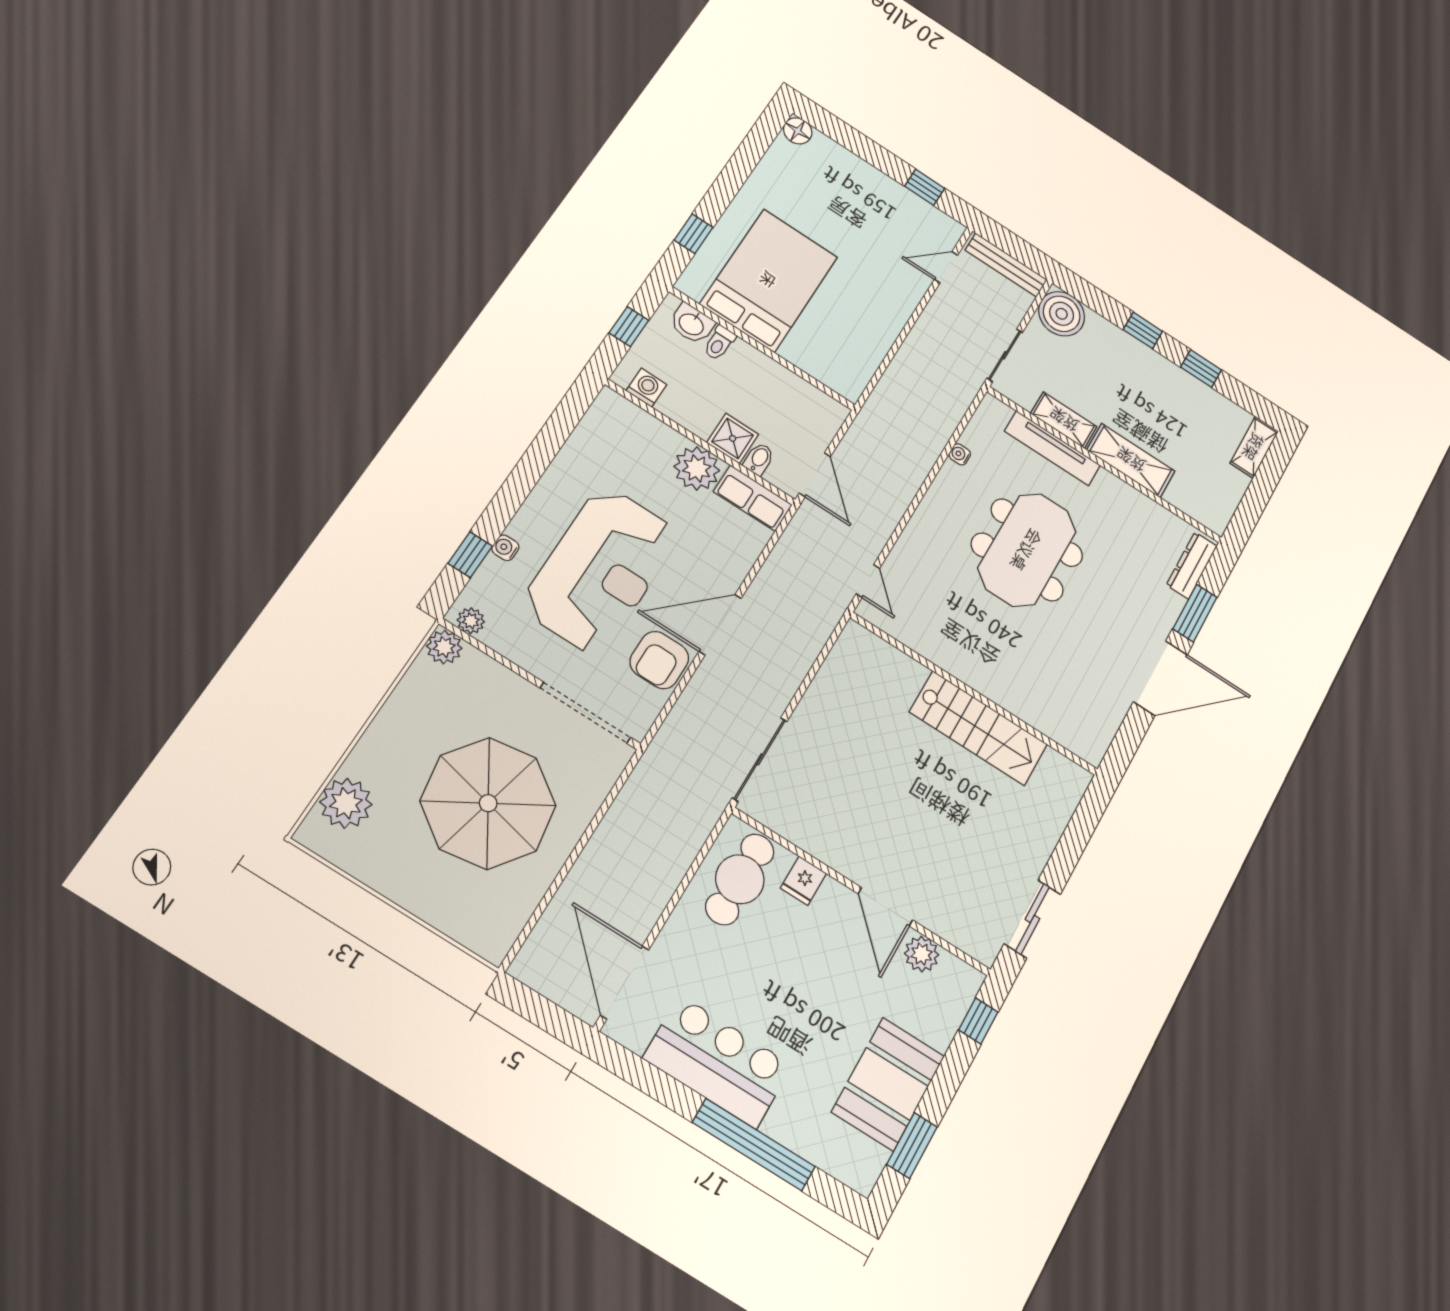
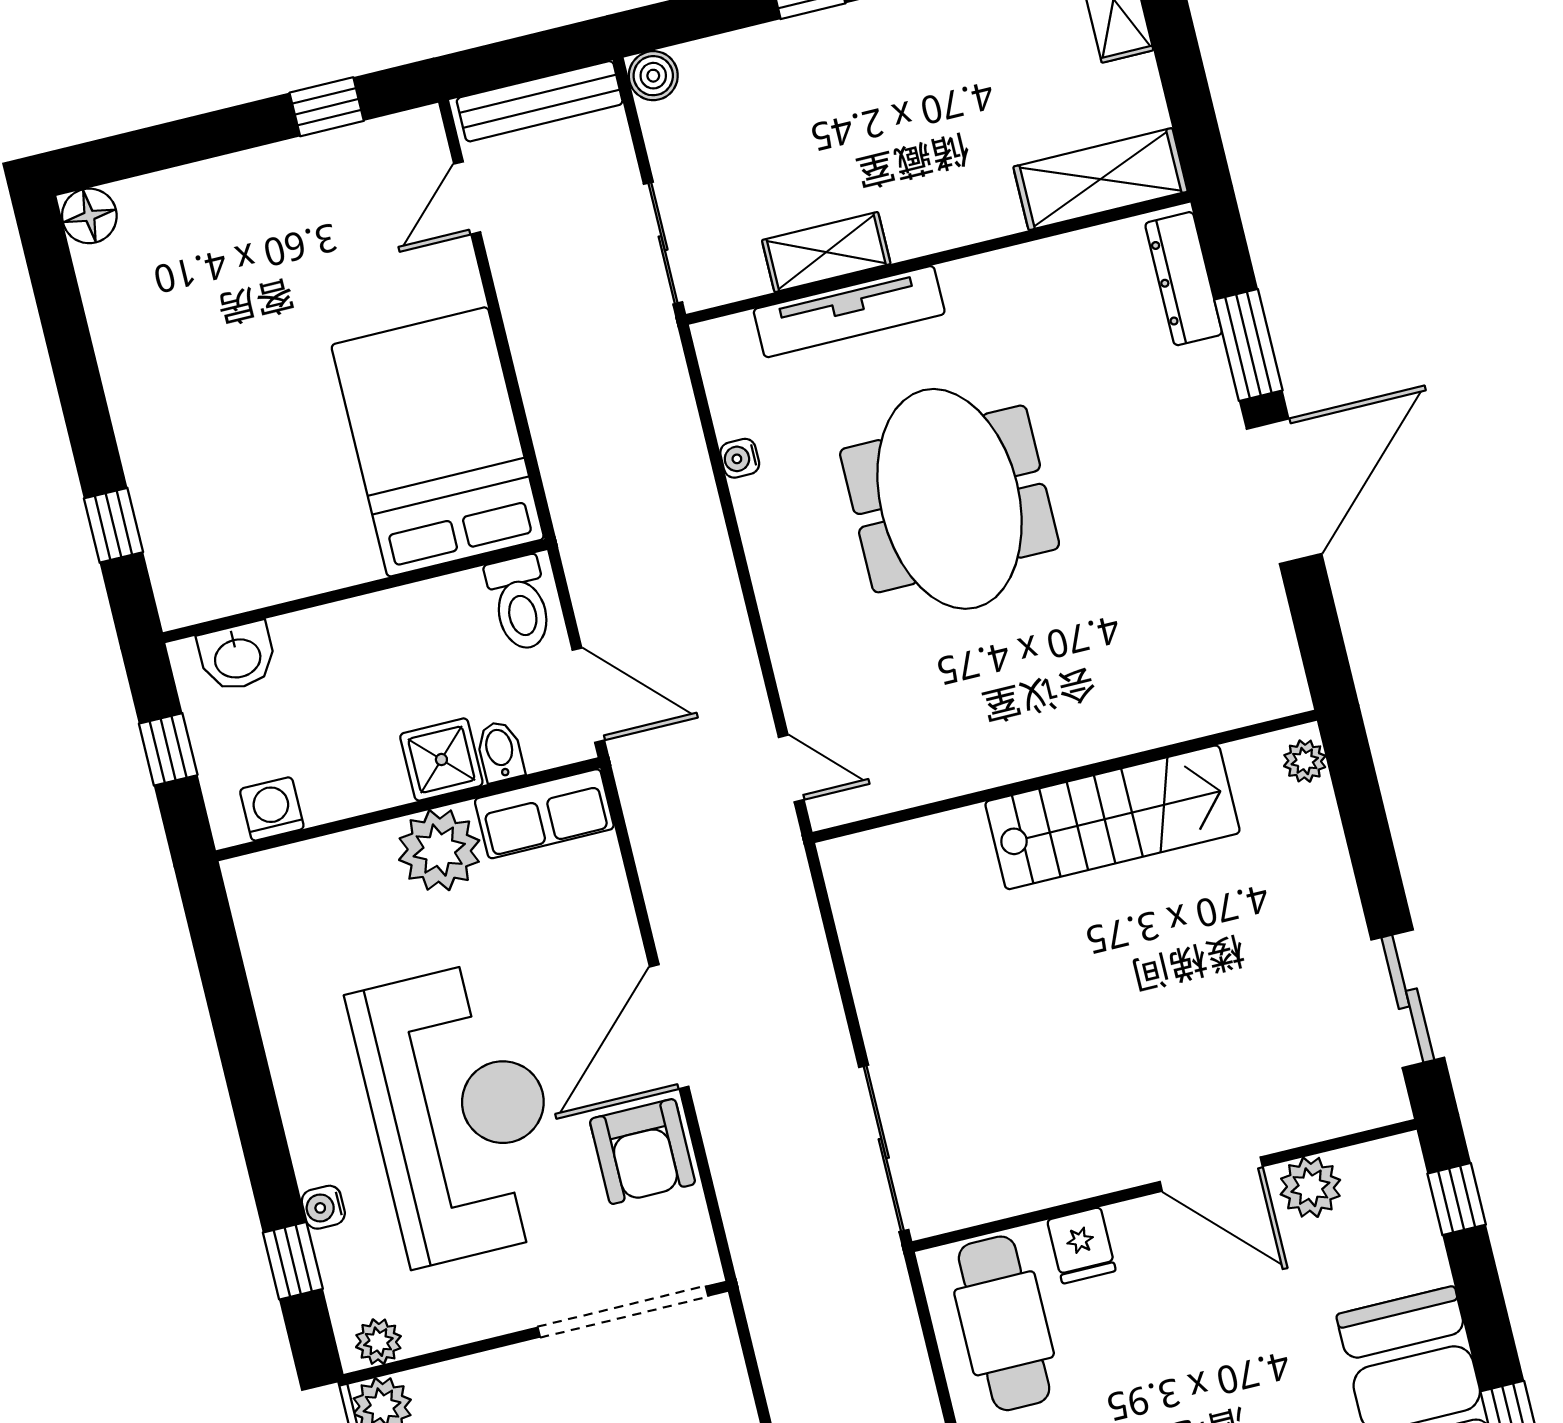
bed: (769, 280) -> (438, 442), moved
boiler: (1062, 314) -> (653, 76), width x0.54, depth x0.54
toilet: (719, 343) -> (520, 603), moved, width x1.37, depth x1.39
shelving: (1131, 460) -> (1100, 179), moved
plant: (1076, 785) -> (1305, 761), added

